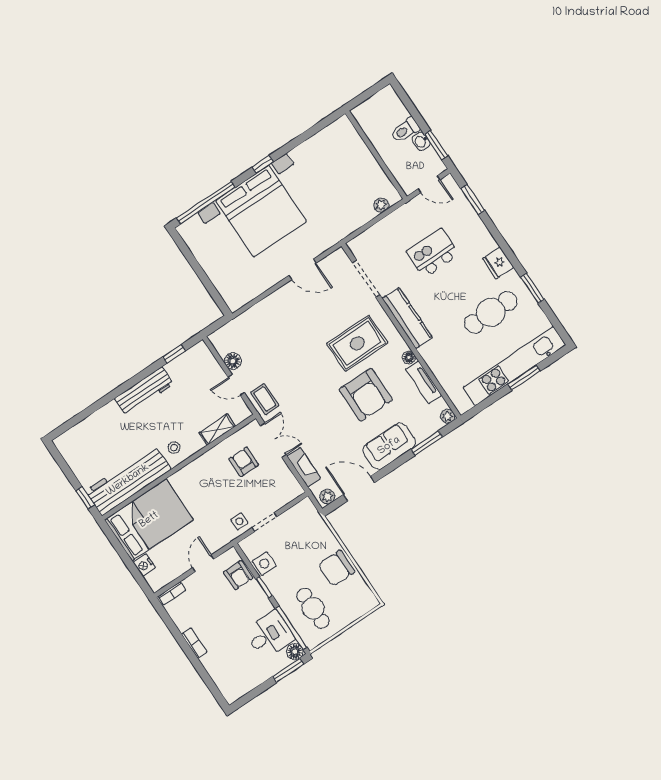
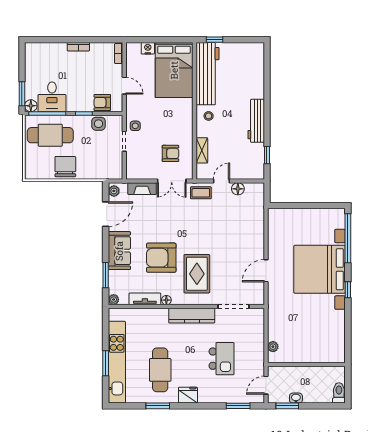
toilet: (405, 130) -> (339, 393), moved
cafe table: (313, 608) -> (50, 135), width x1.37, depth x1.35

